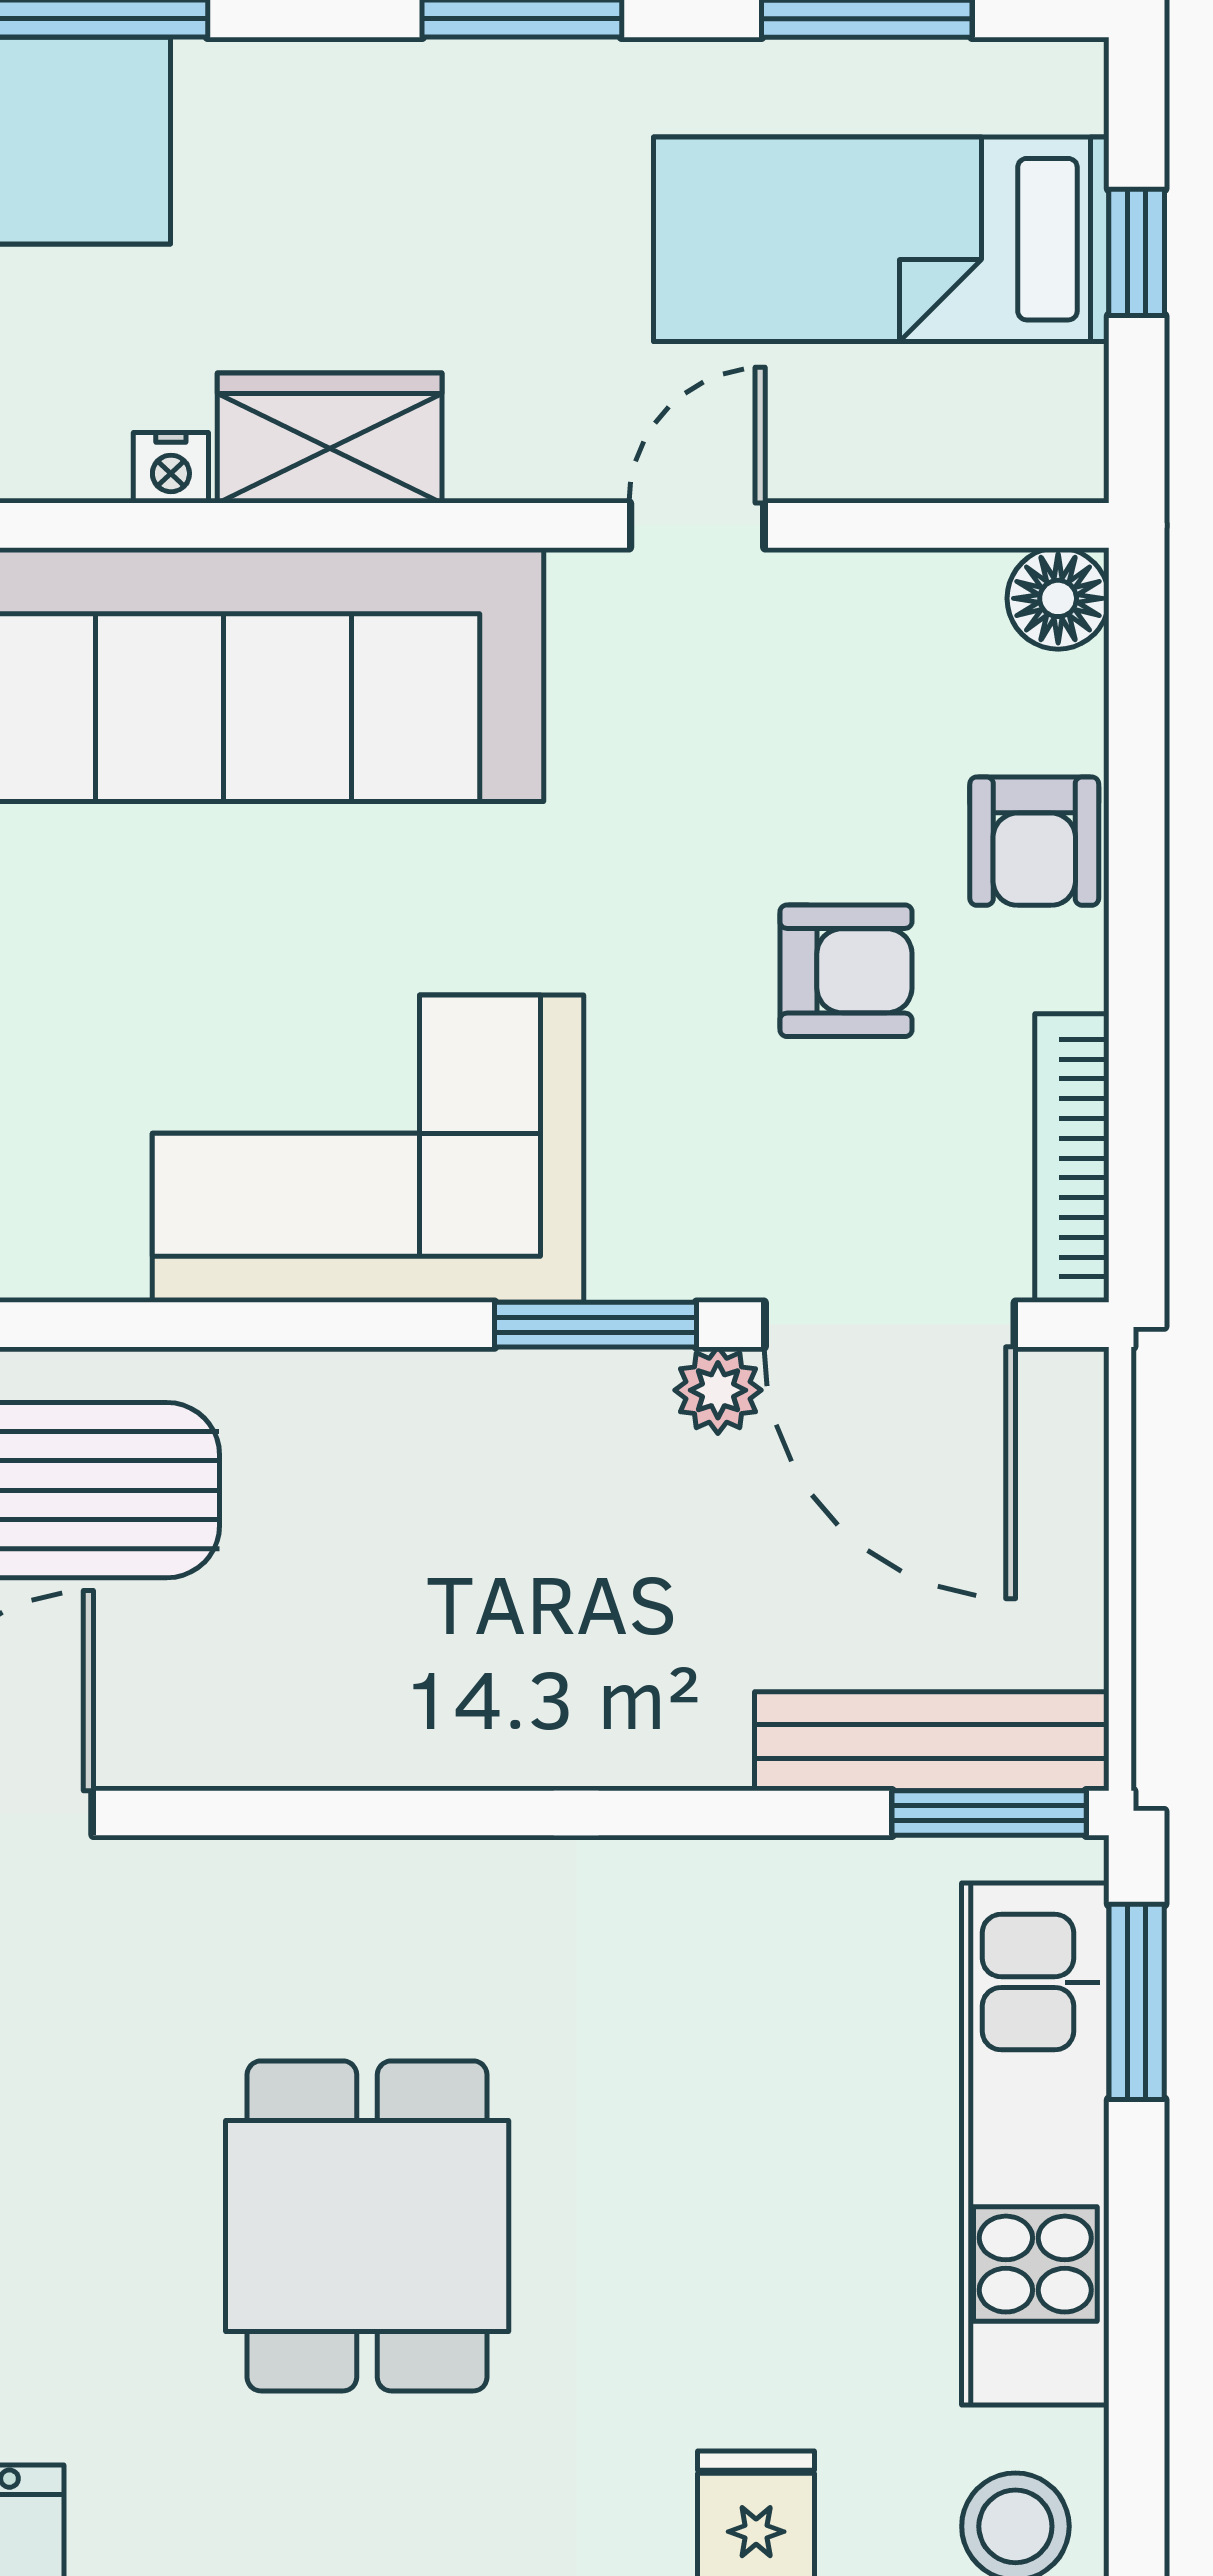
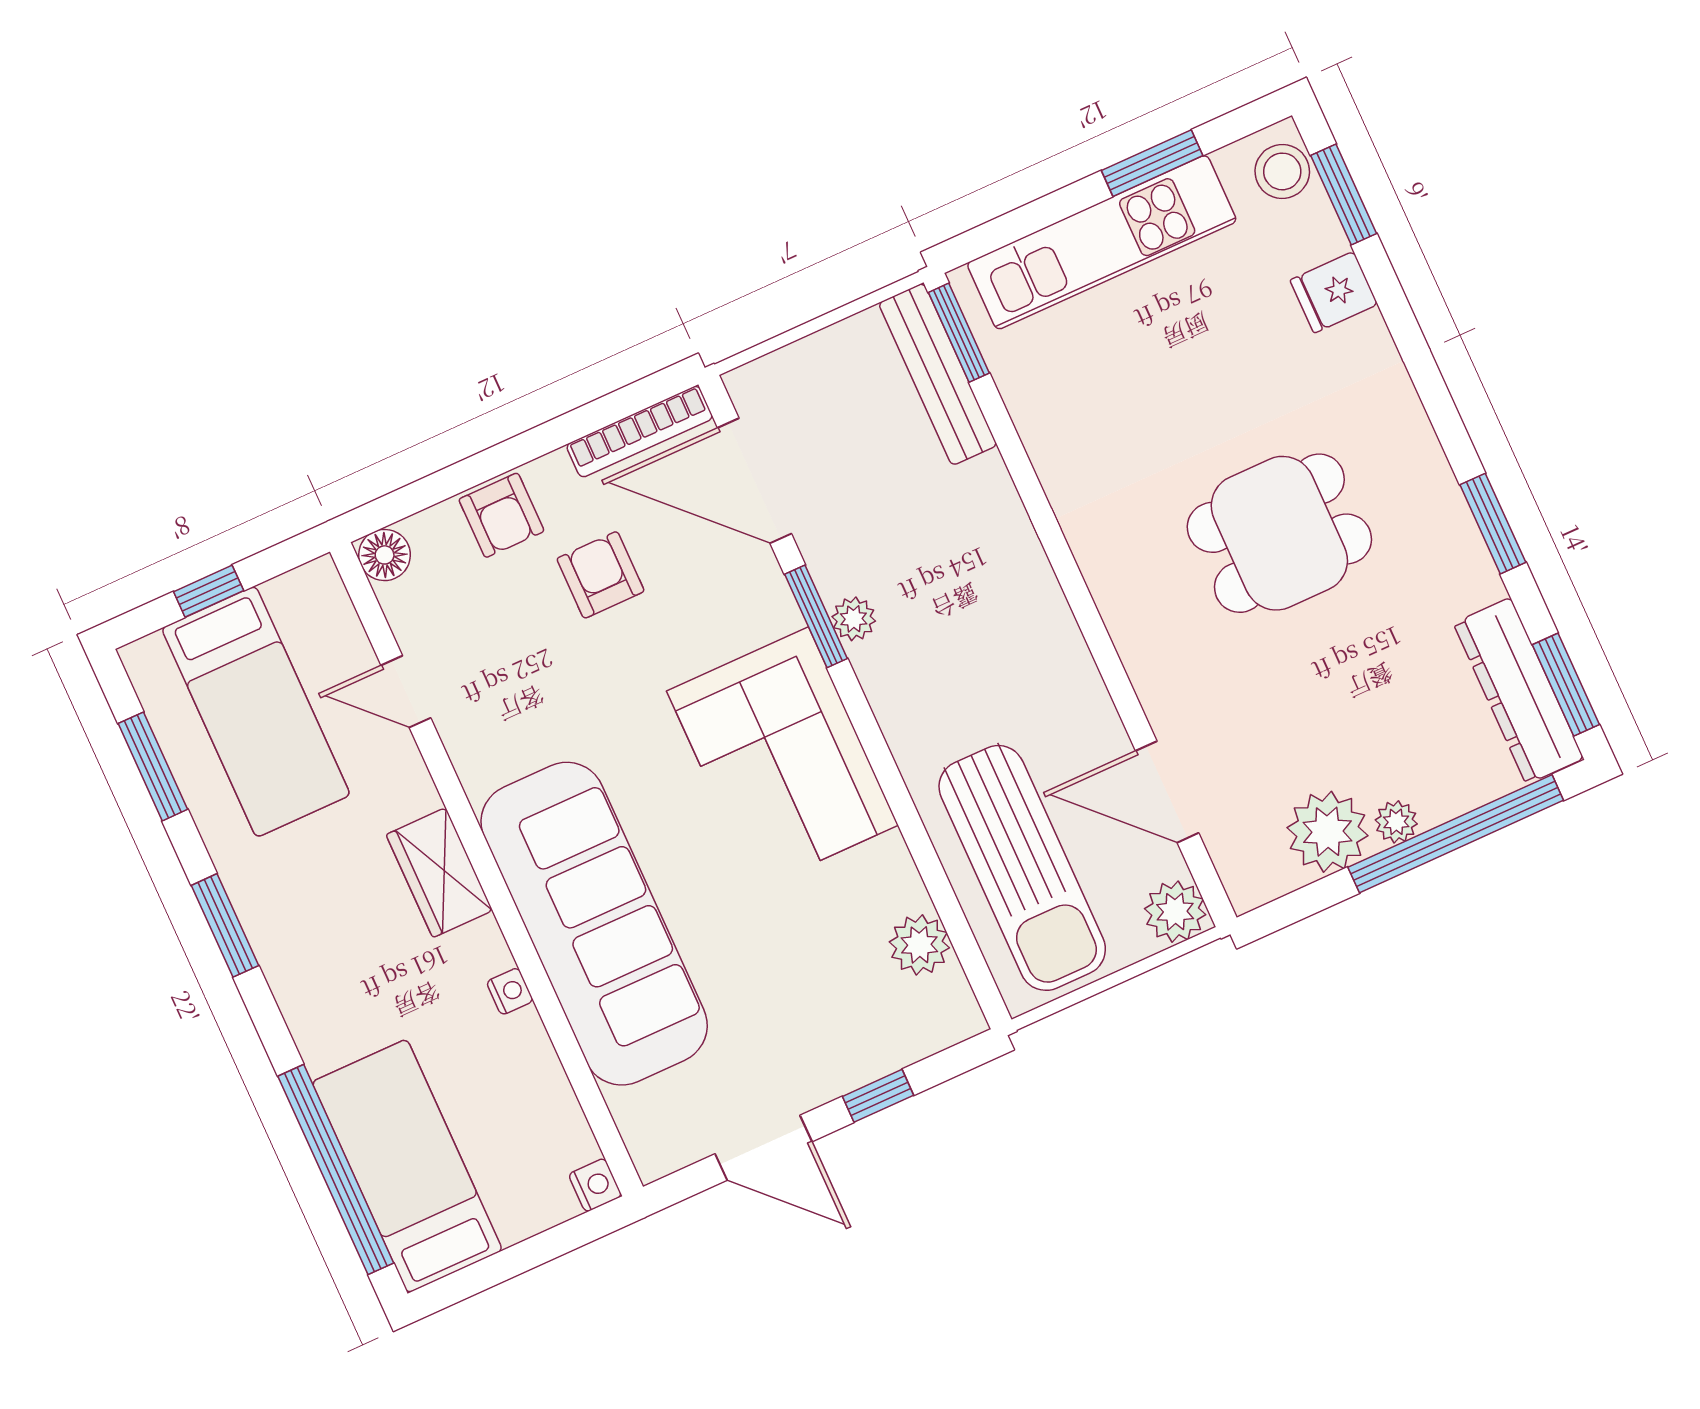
wardrobe: (330, 438) -> (439, 873), moved
door: (697, 525) -> (406, 692), moved
armchair: (1034, 841) -> (501, 515), turned 90
door: (890, 1325) -> (755, 481), swing flipped
plant: (718, 1390) -> (854, 619), moved
window: (1137, 2002) -> (1152, 163), moved

